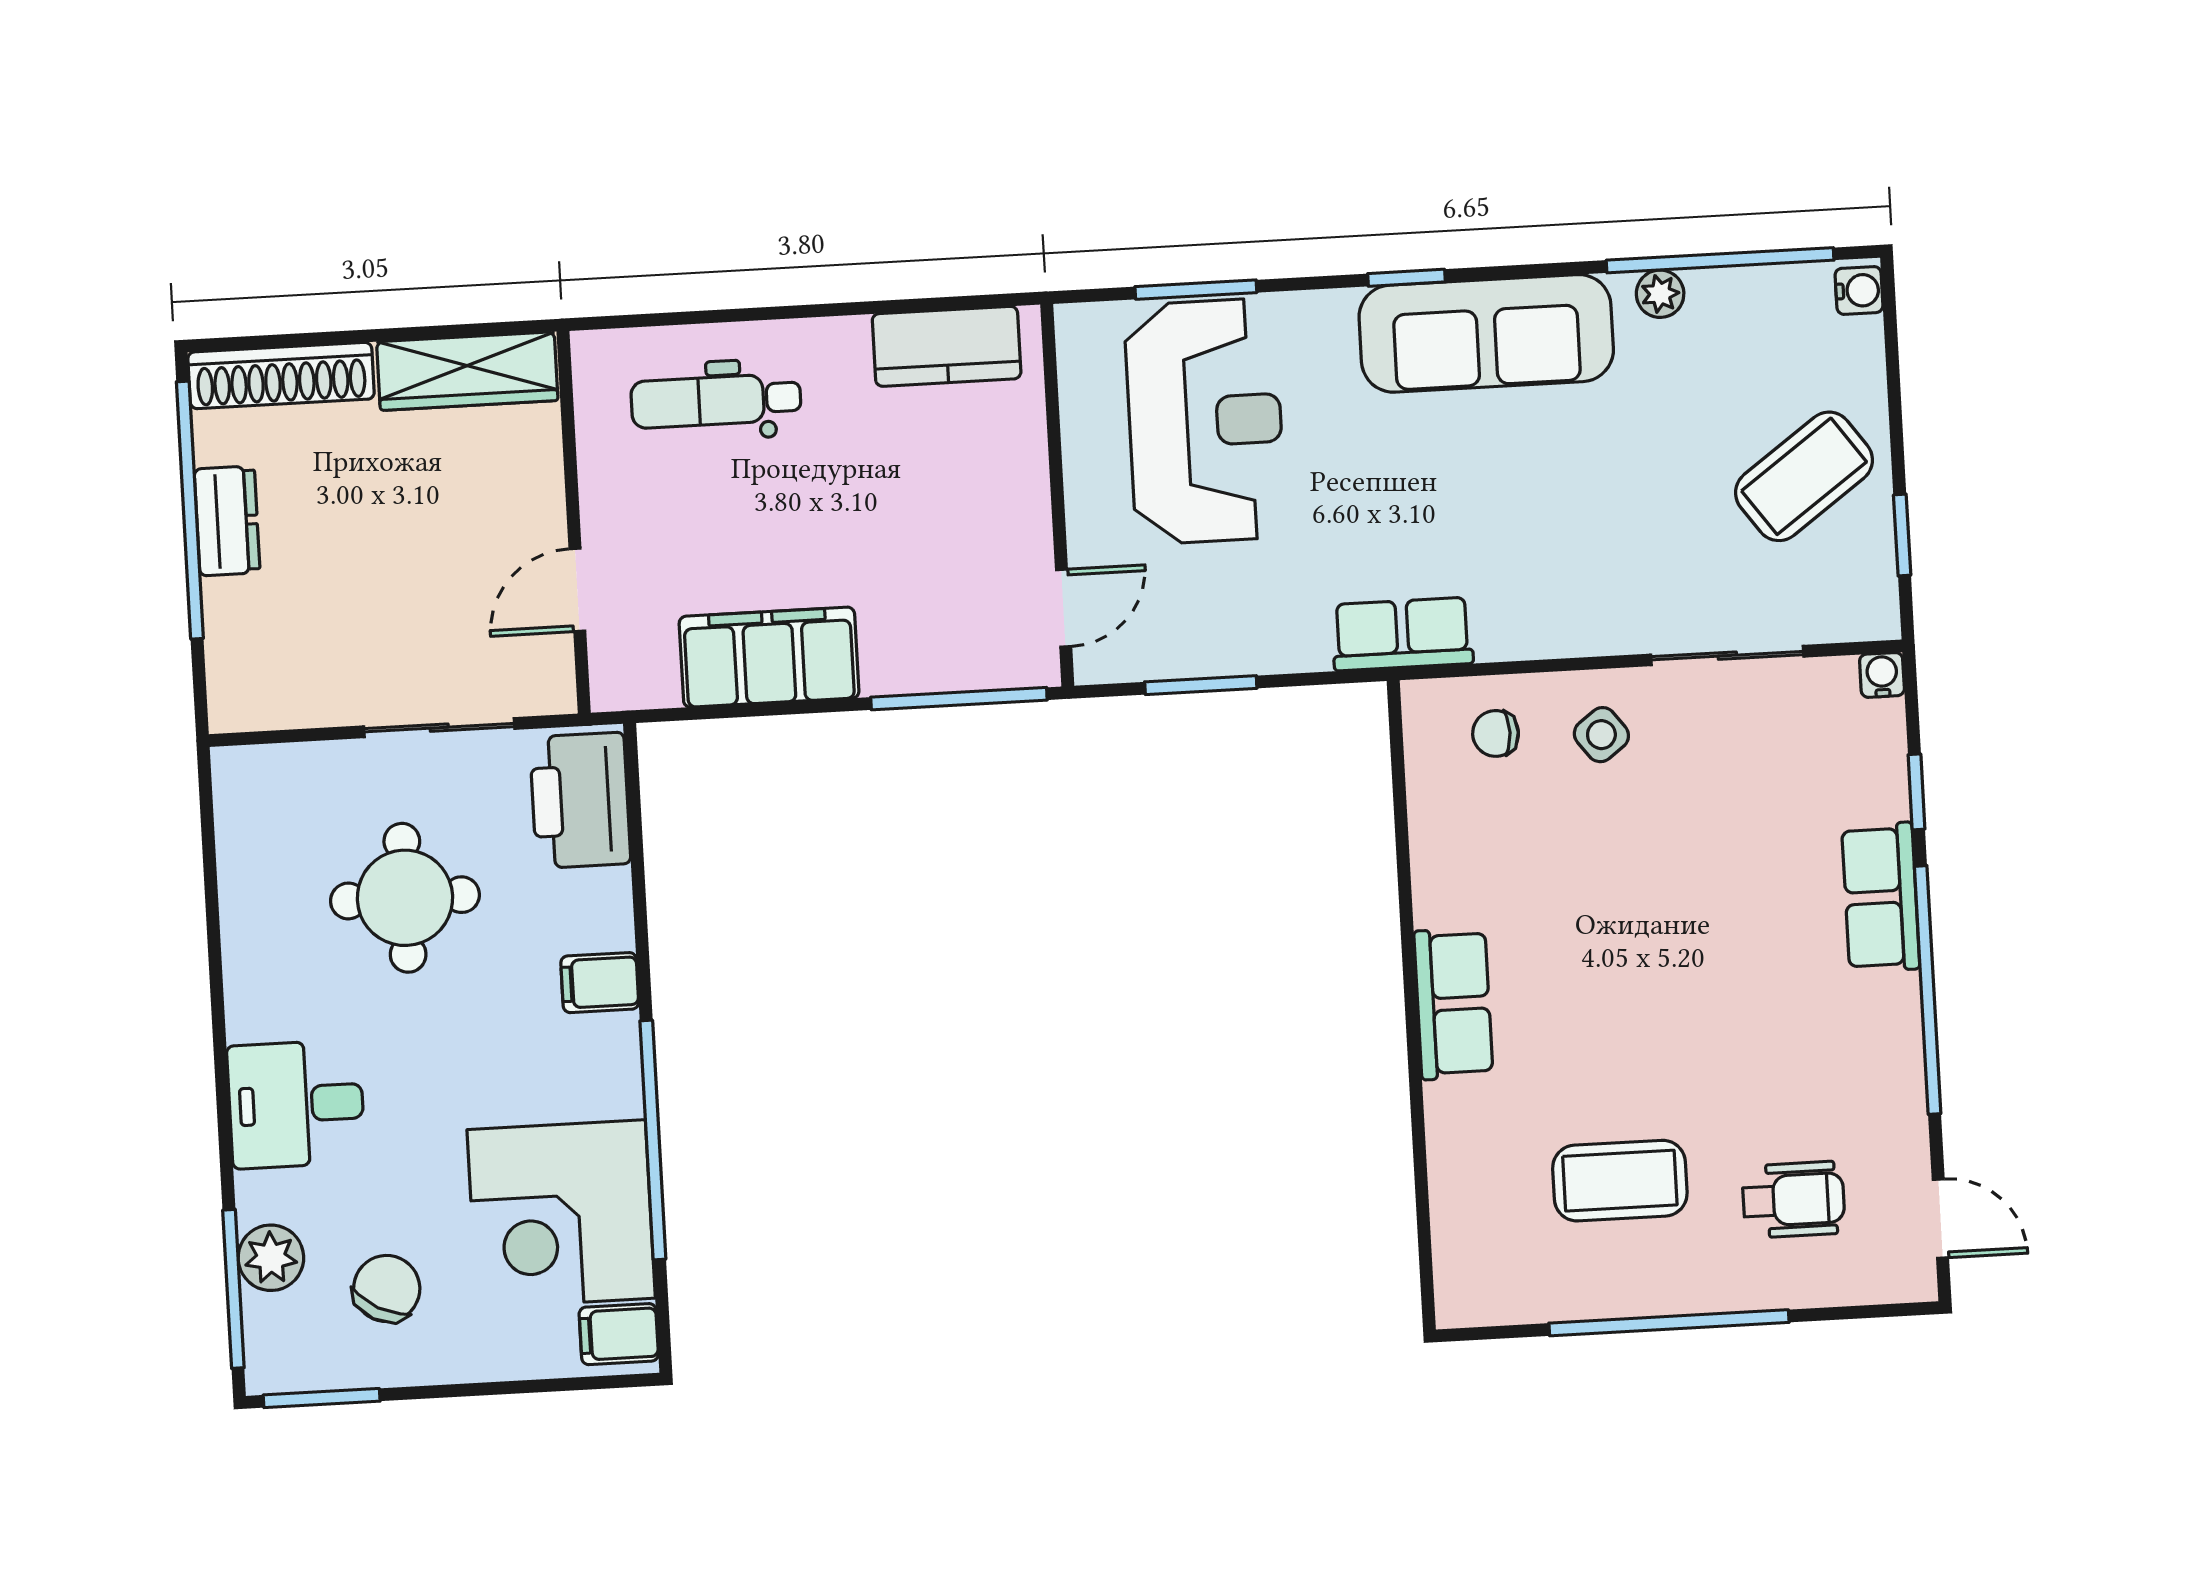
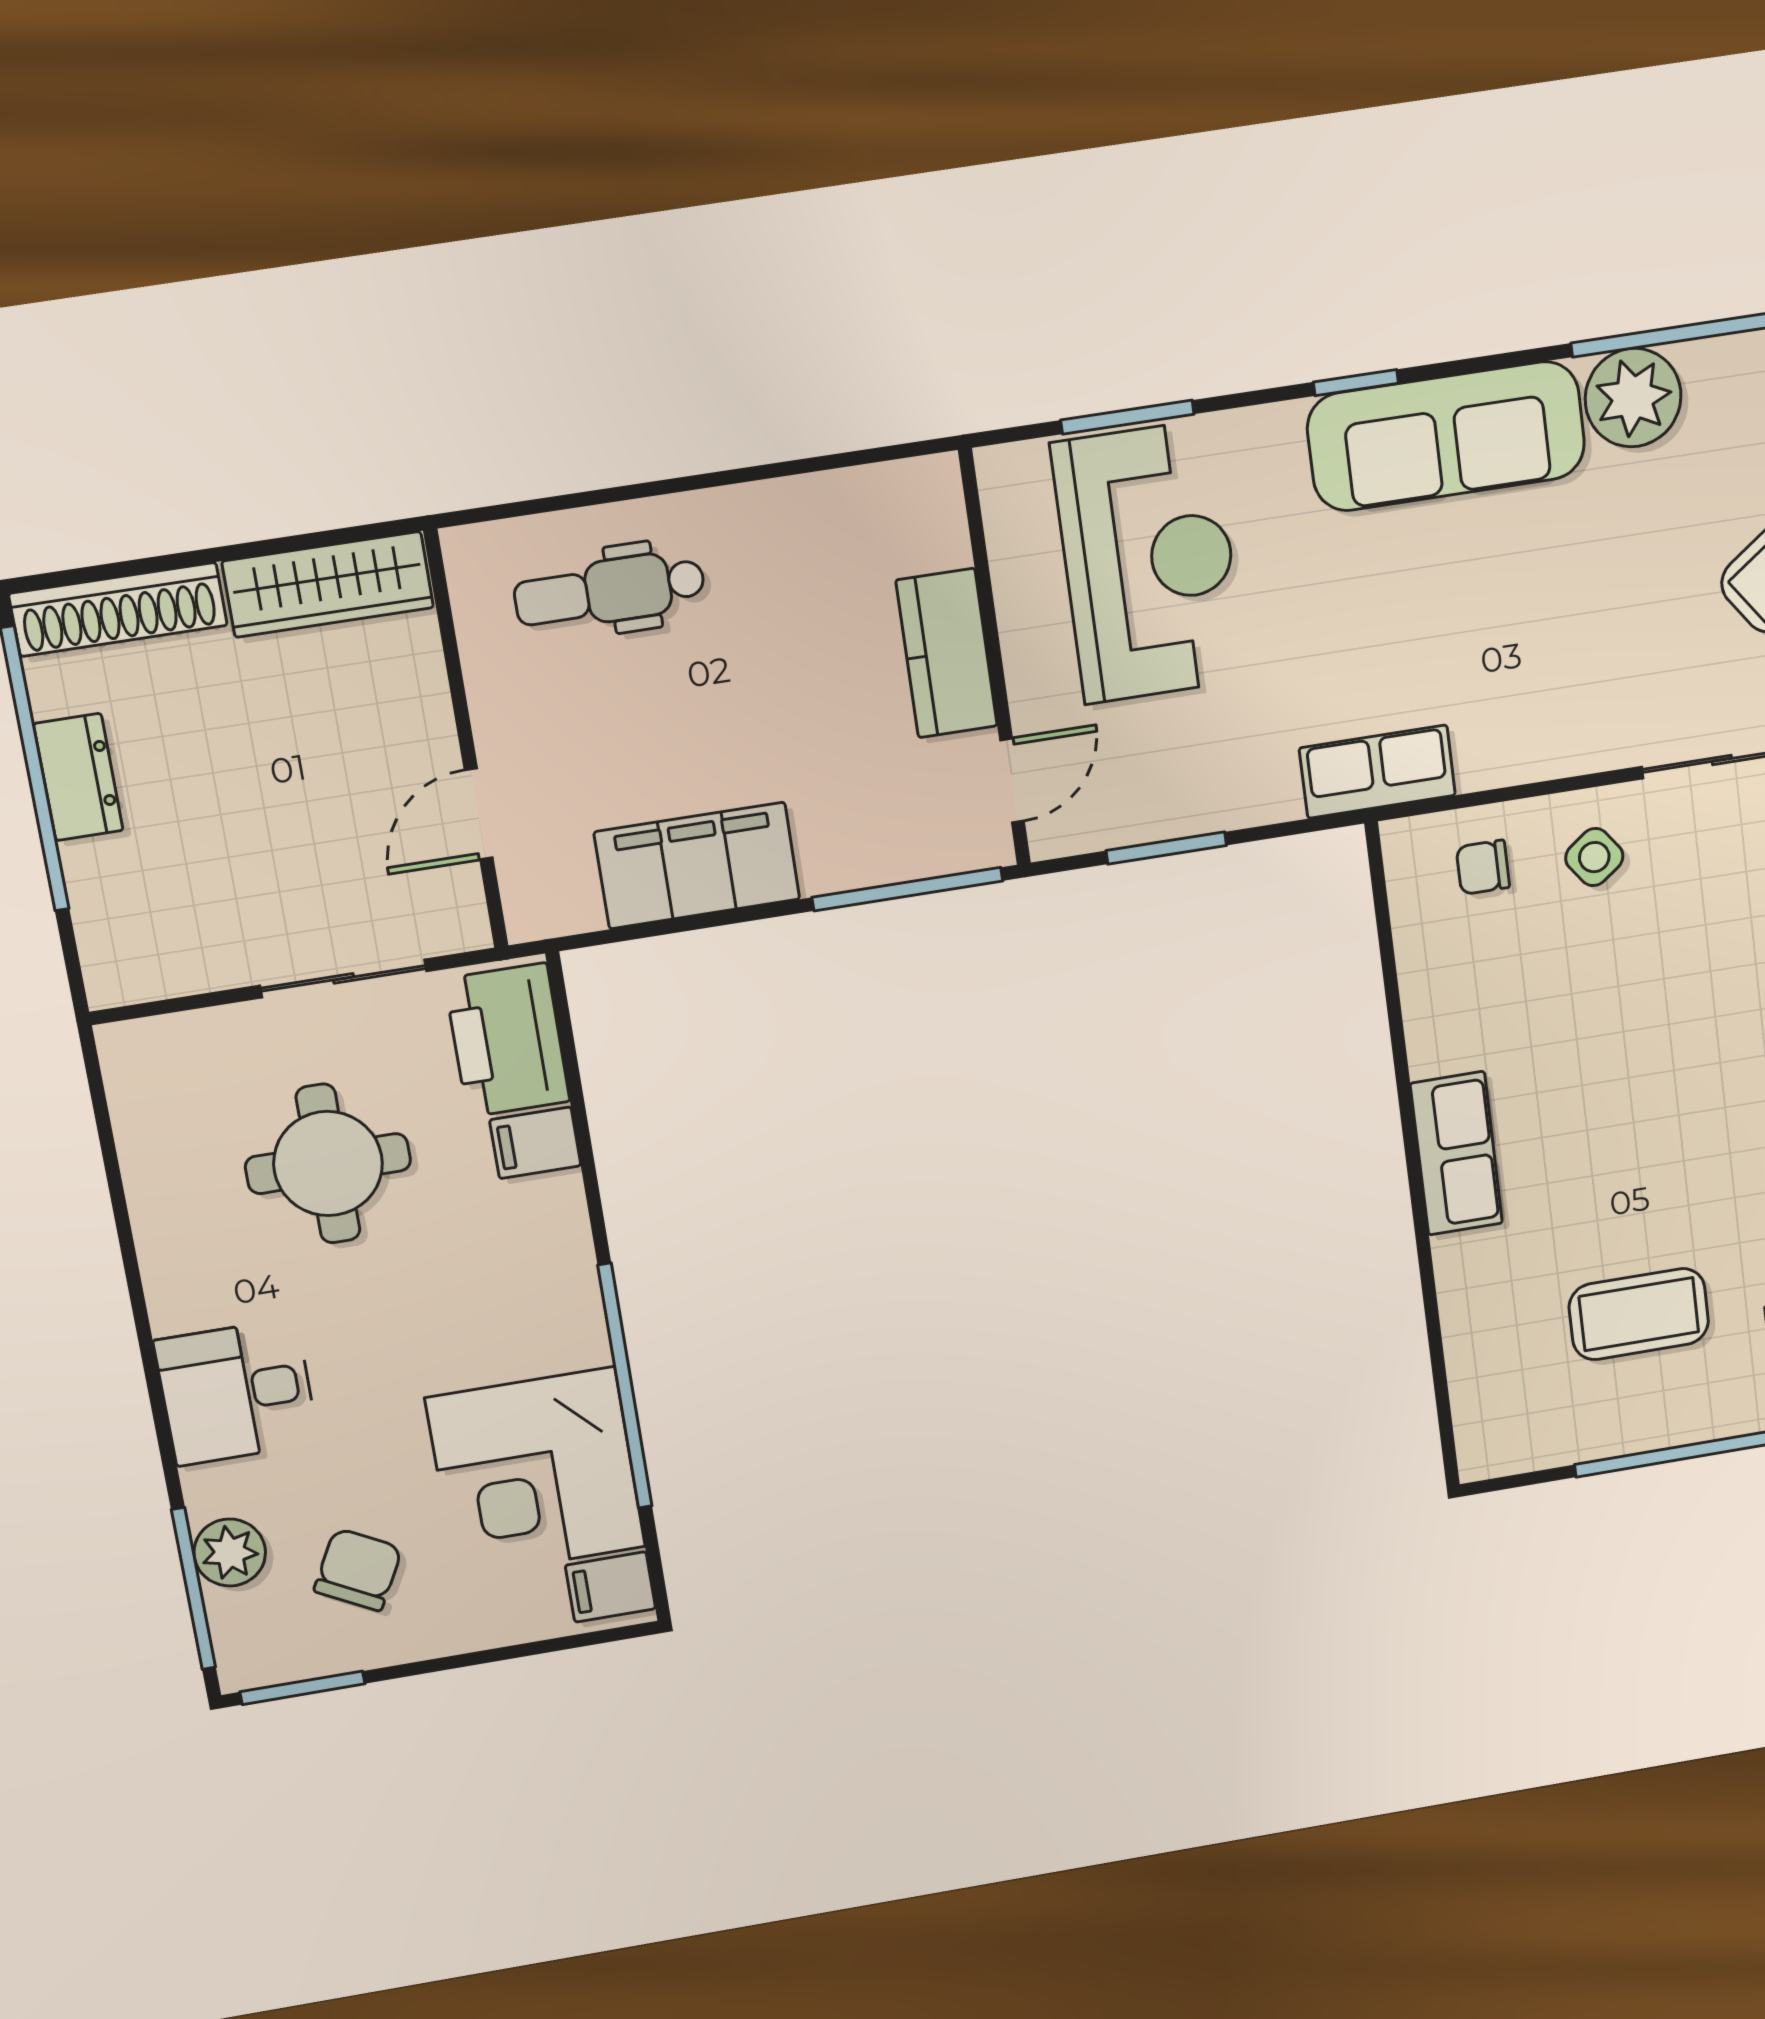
plant: (1660, 294) -> (1633, 398), width x1.87, depth x1.87
kitchen counter: (947, 346) -> (947, 653), moved, turned 90
filing cabinet: (600, 983) -> (535, 1143), moved

